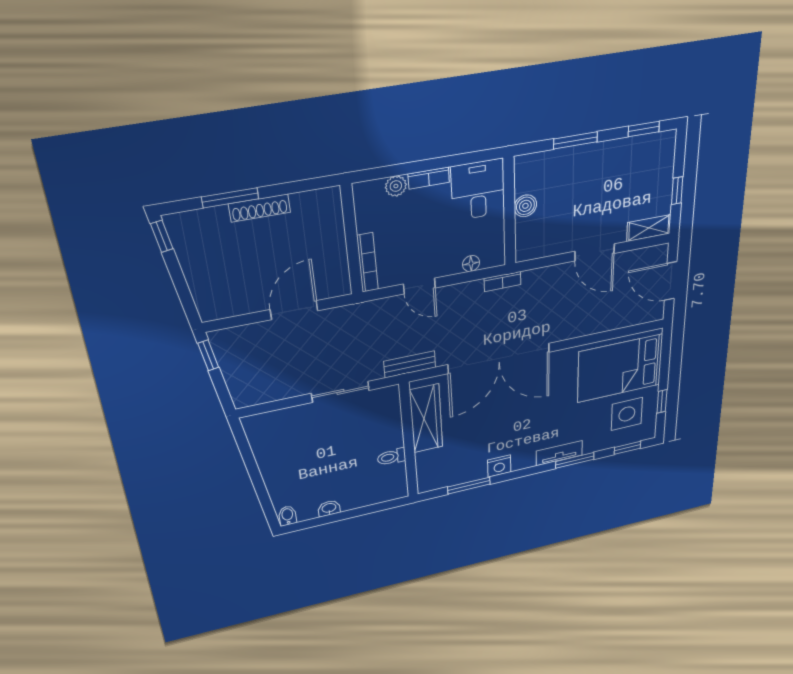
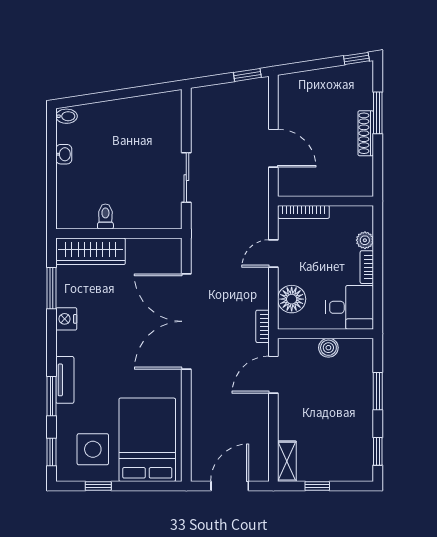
door: (595, 252) -> (273, 375), moved
floor lamp: (471, 264) -> (292, 299), width x1.89, depth x1.89
bench: (410, 364) -> (199, 240), removed
wardrobe: (426, 419) -> (90, 251), moved

